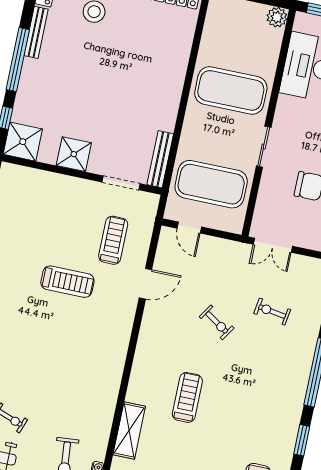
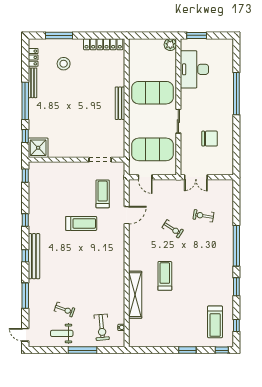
shower: (74, 154) -> (69, 149), removed
bench: (160, 159) -> (120, 103), moved
shelving: (129, 430) -> (135, 295), width x1.47

